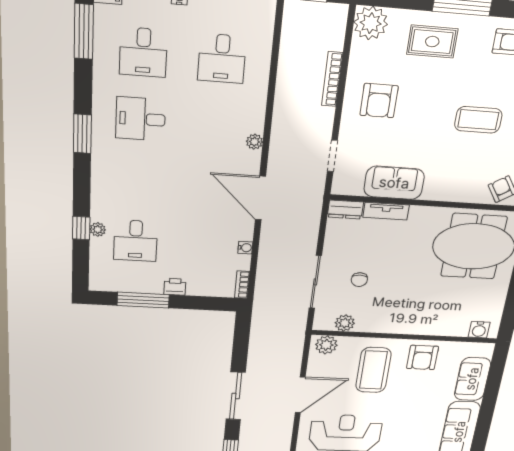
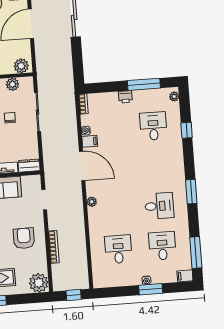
plant: (98, 229) -> (174, 97), moved
filing cabinet: (242, 232) -> (90, 141), added

